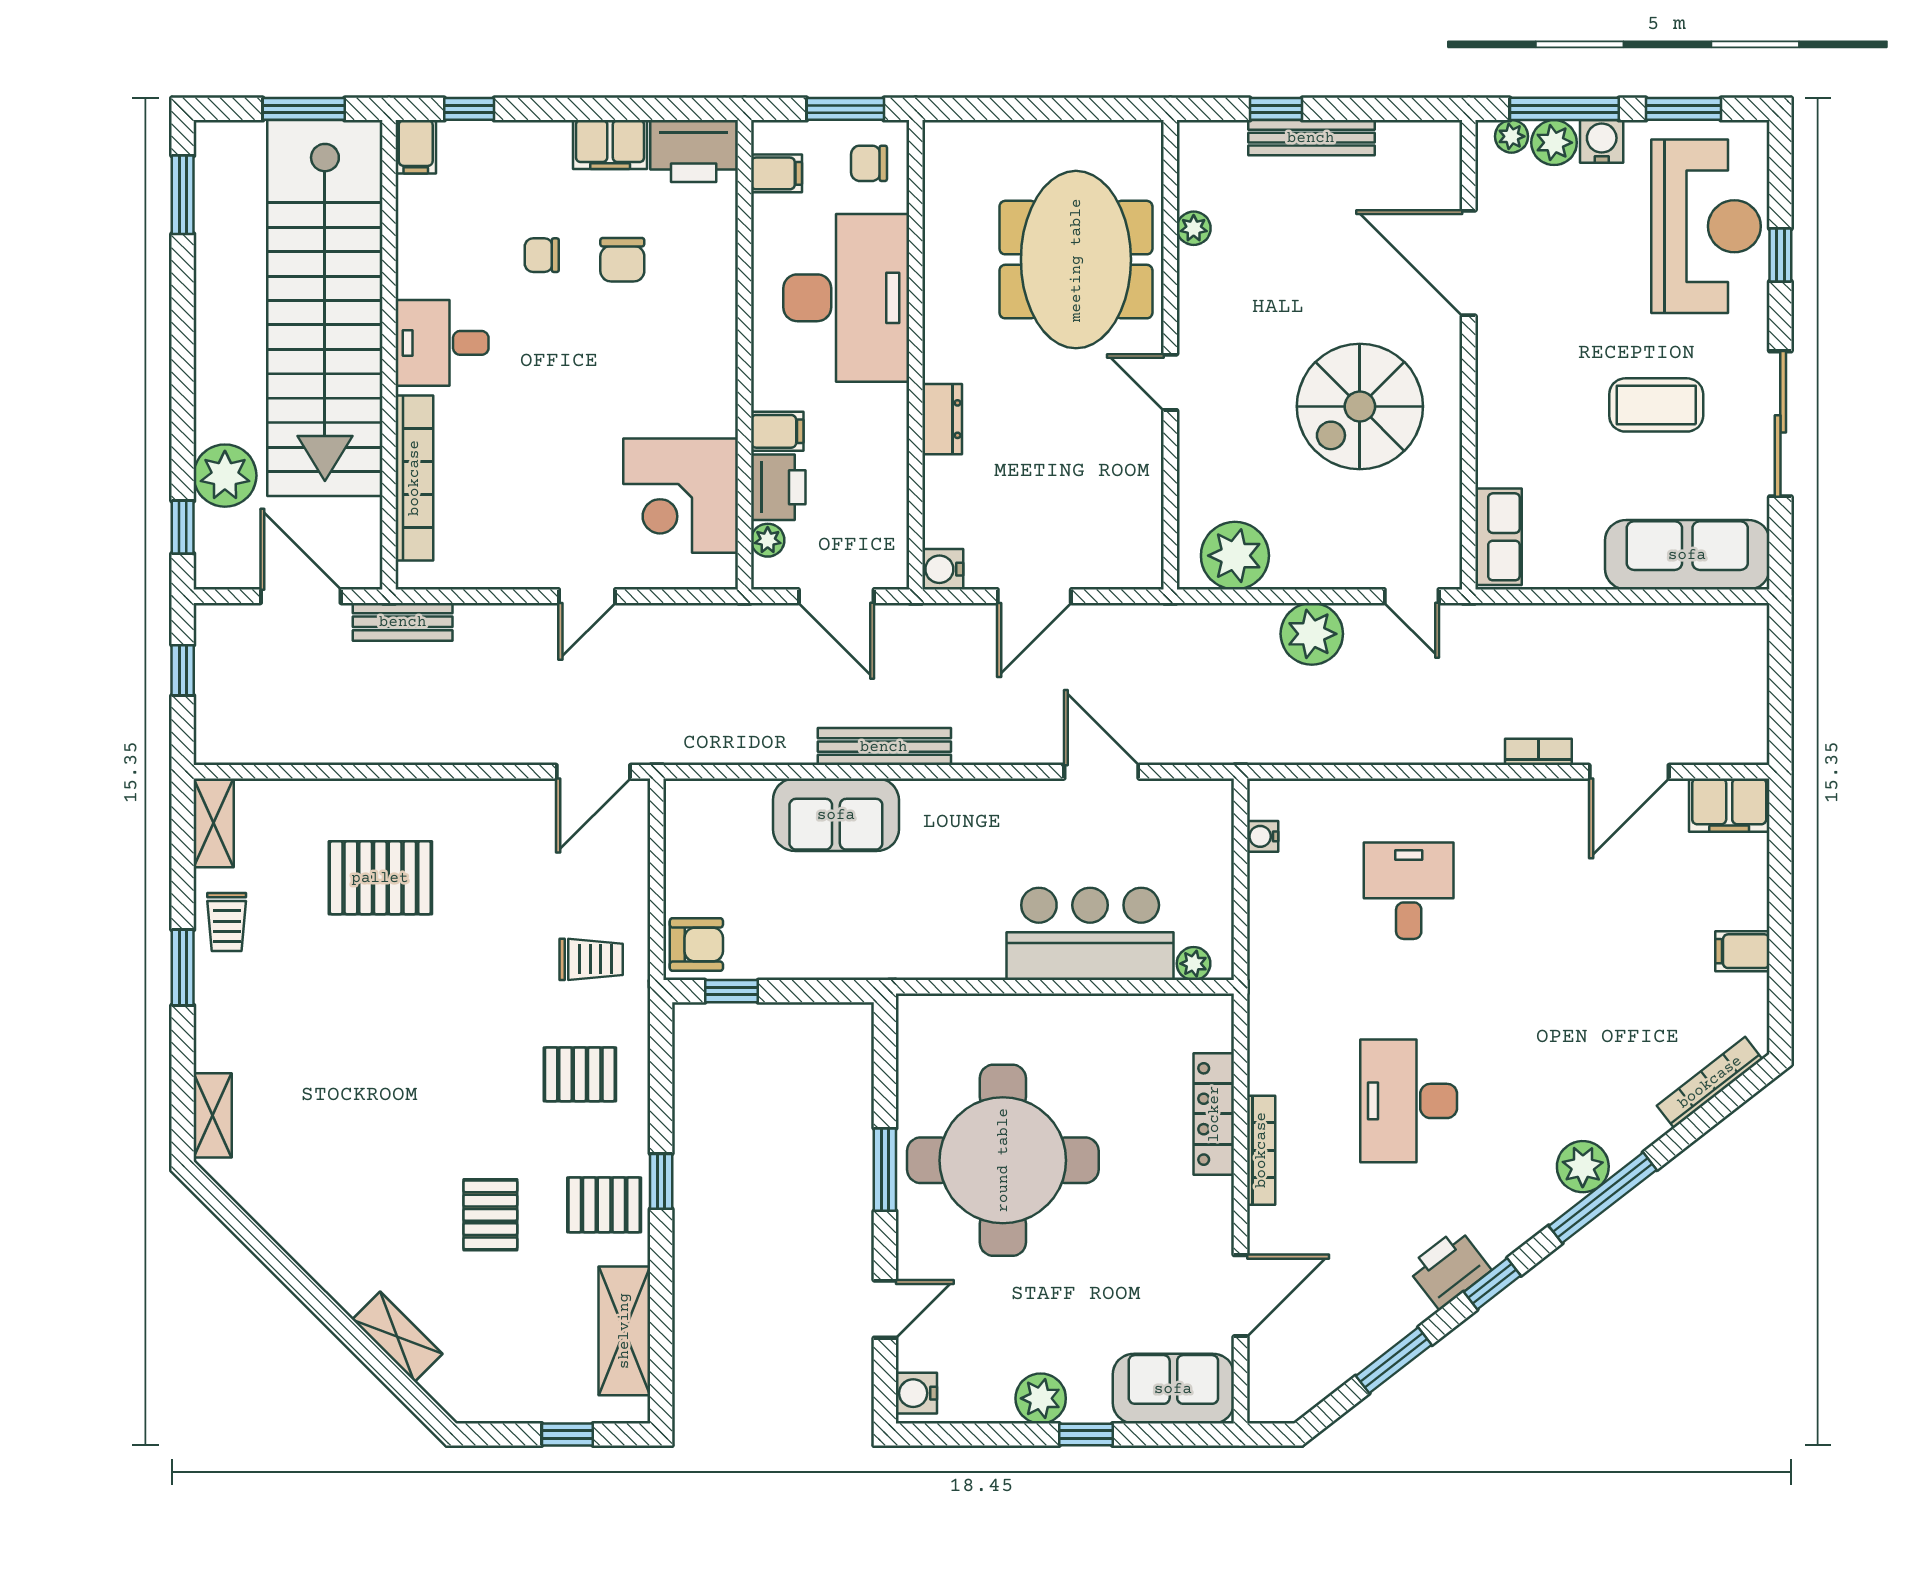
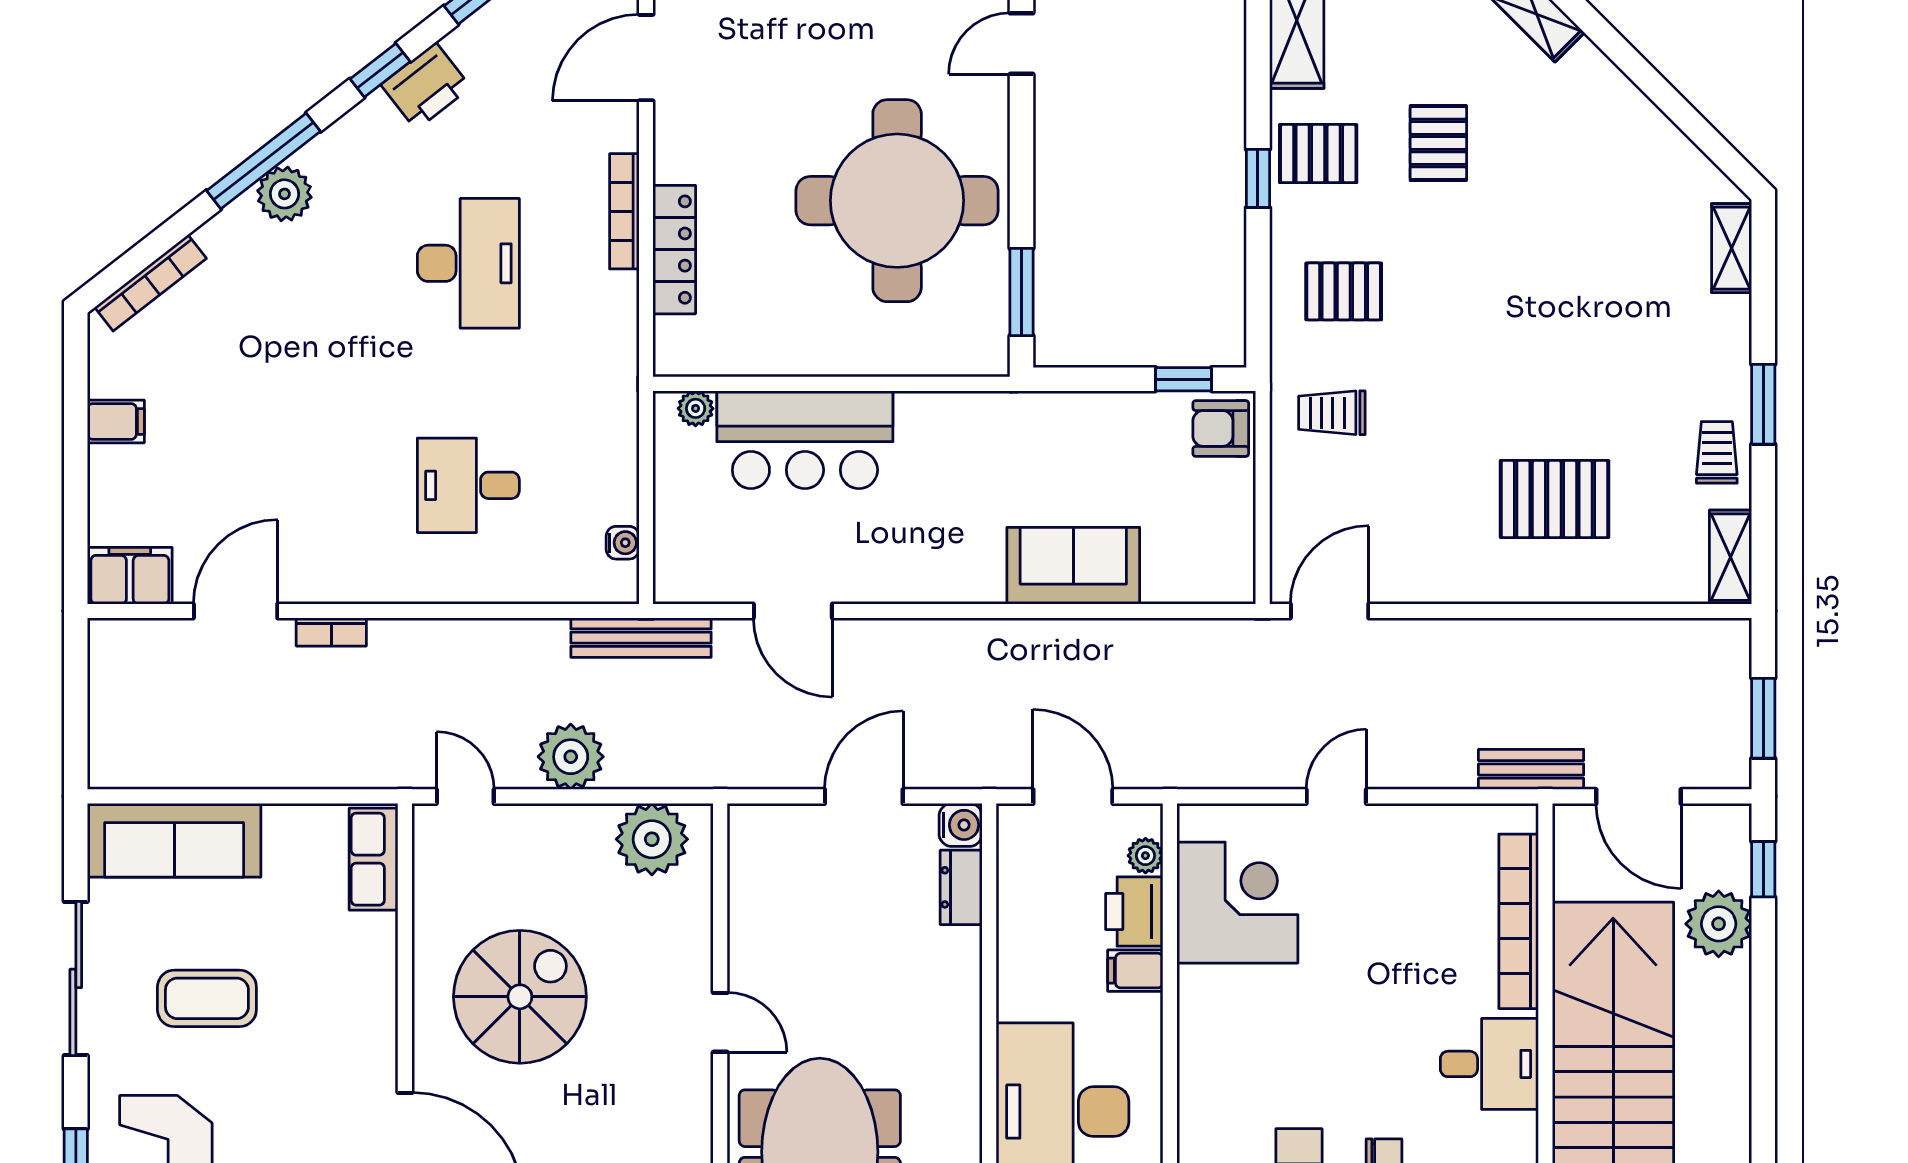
dresser: (942, 419) -> (961, 887), moved
window: (183, 670) -> (1763, 718), width x1.50
bench: (884, 747) -> (641, 638), moved
desk: (1409, 891) -> (468, 485), turned 90
window: (885, 1170) -> (1022, 292), moved

